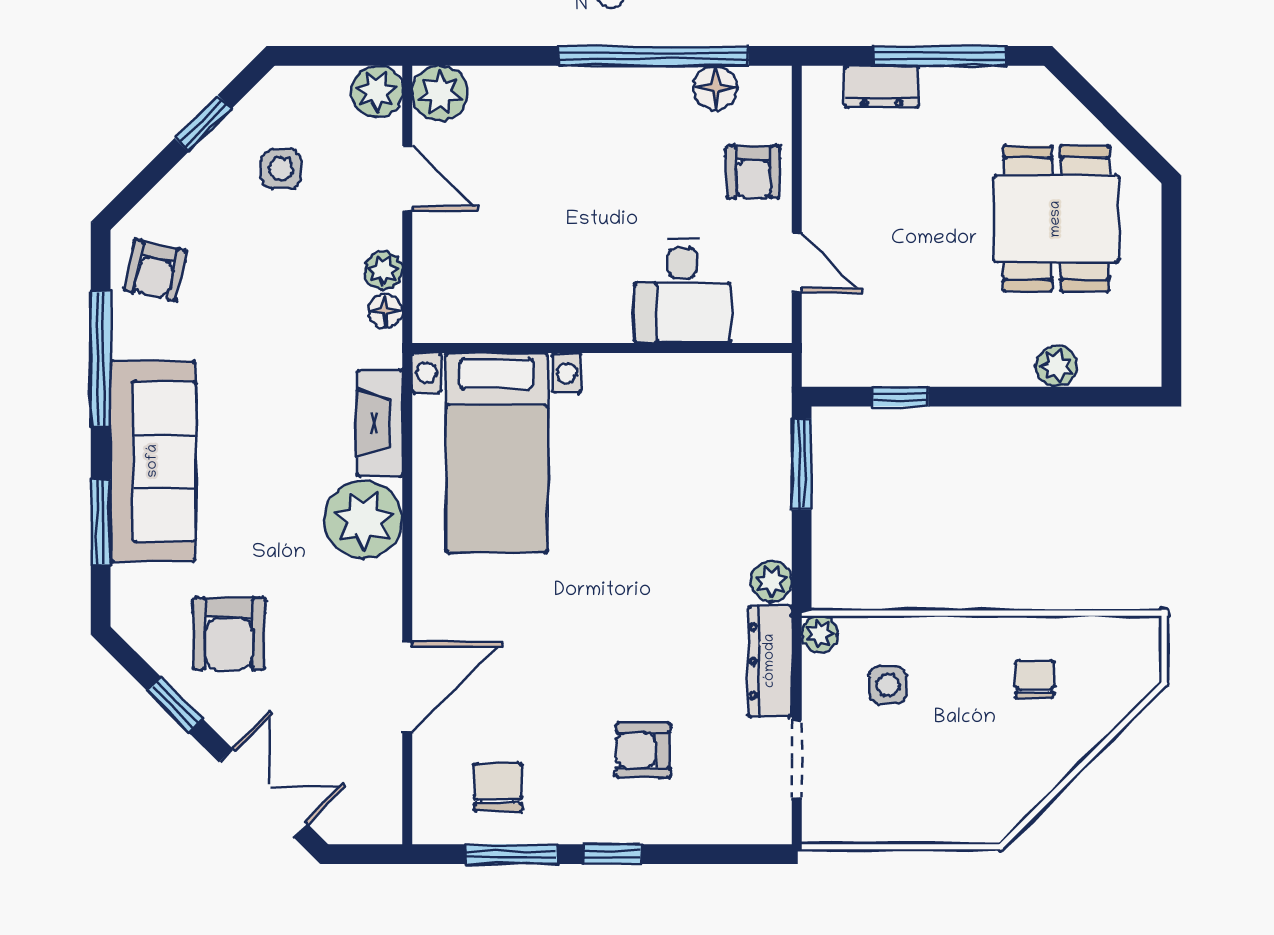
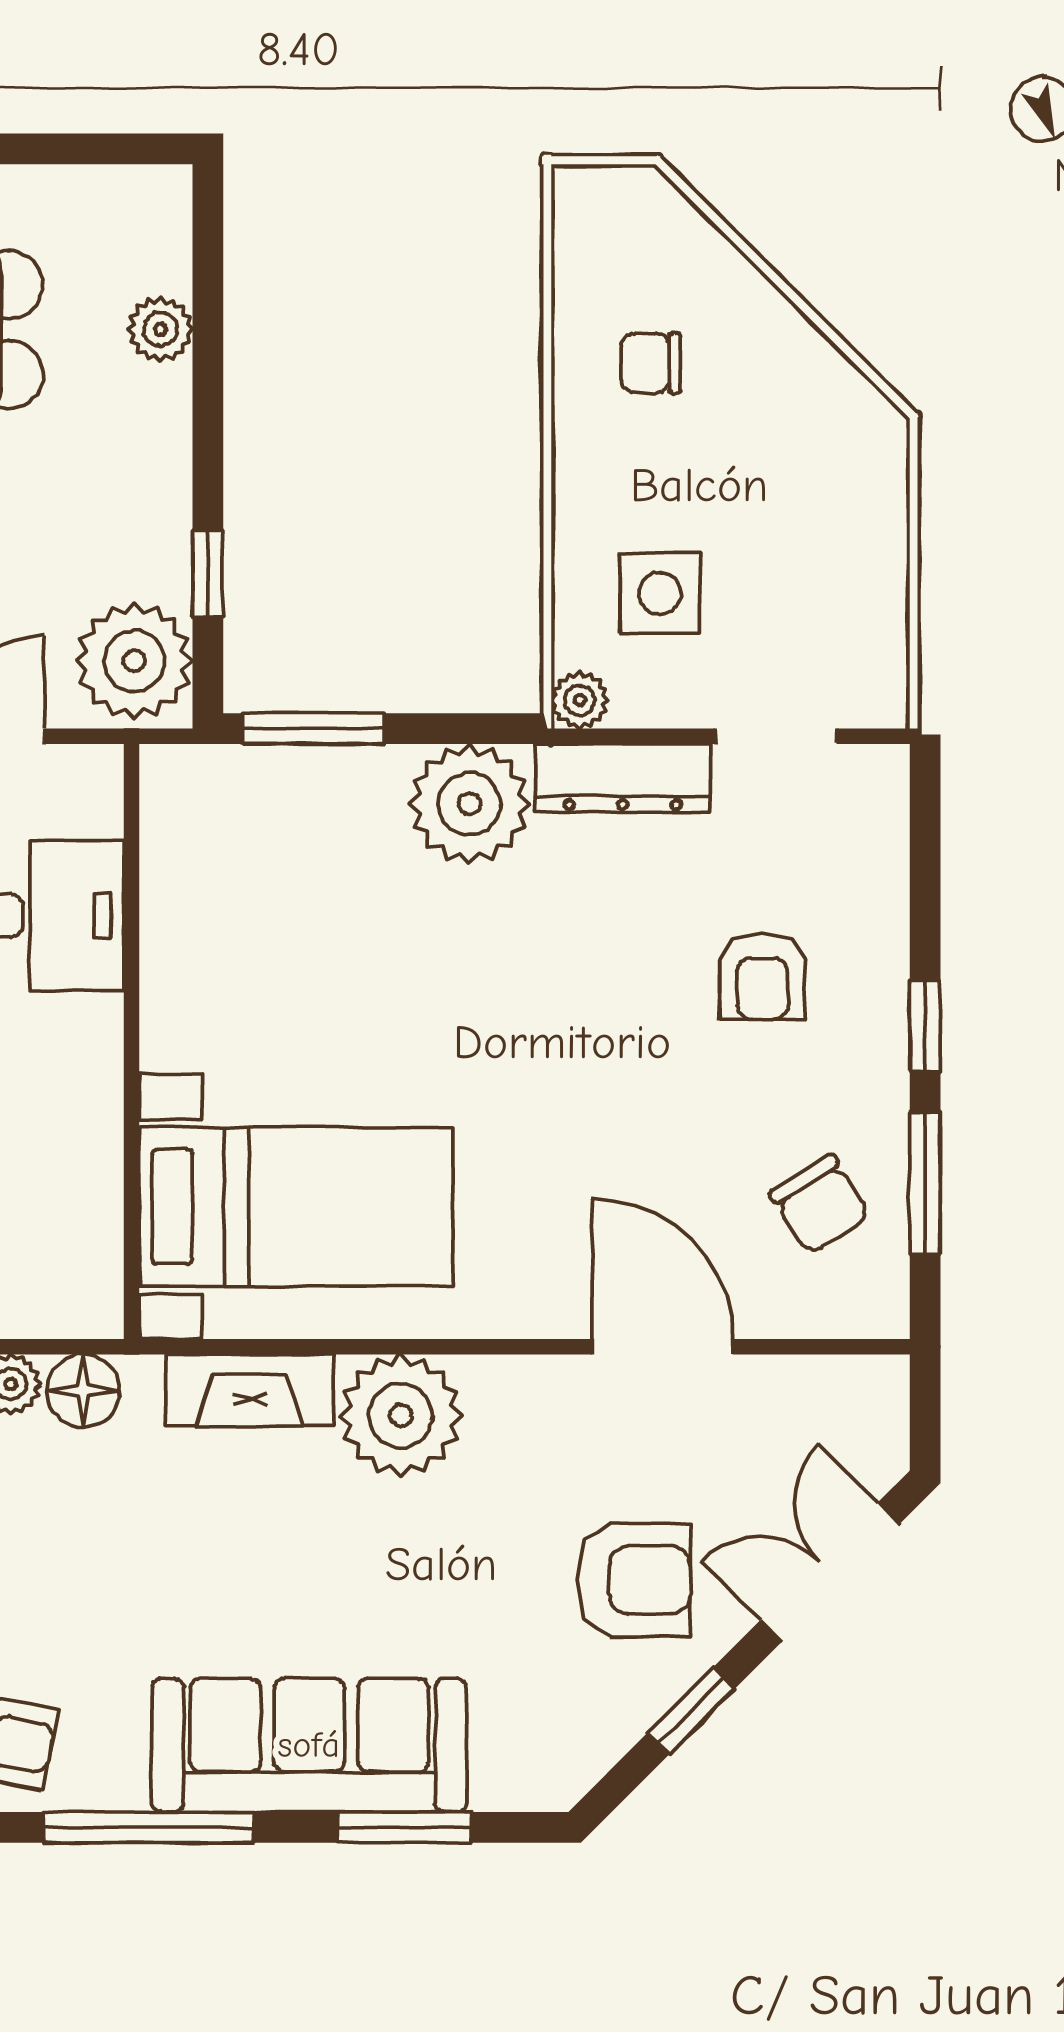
floor lamp: (385, 311) -> (83, 1391), width x1.37, depth x1.37
plant: (845, 350) -> (134, 661), added
plant: (771, 581) -> (469, 804), width x1.88, depth x1.88
armchair: (229, 634) -> (634, 1580), moved
side table: (888, 685) -> (660, 593), width x1.37, depth x1.37
chair: (498, 787) -> (820, 1204), turned -122

